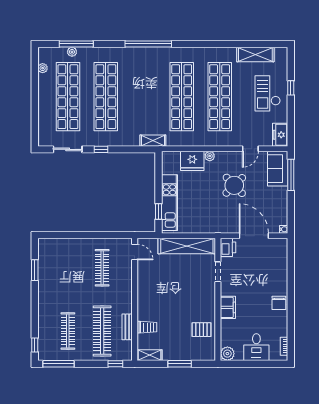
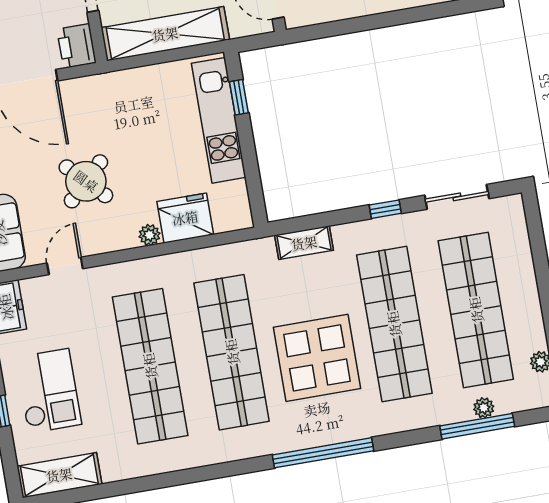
shelving: (255, 54) -> (59, 475), moved
display table: (143, 87) -> (317, 358), added
shelving: (153, 141) -> (304, 243), moved

